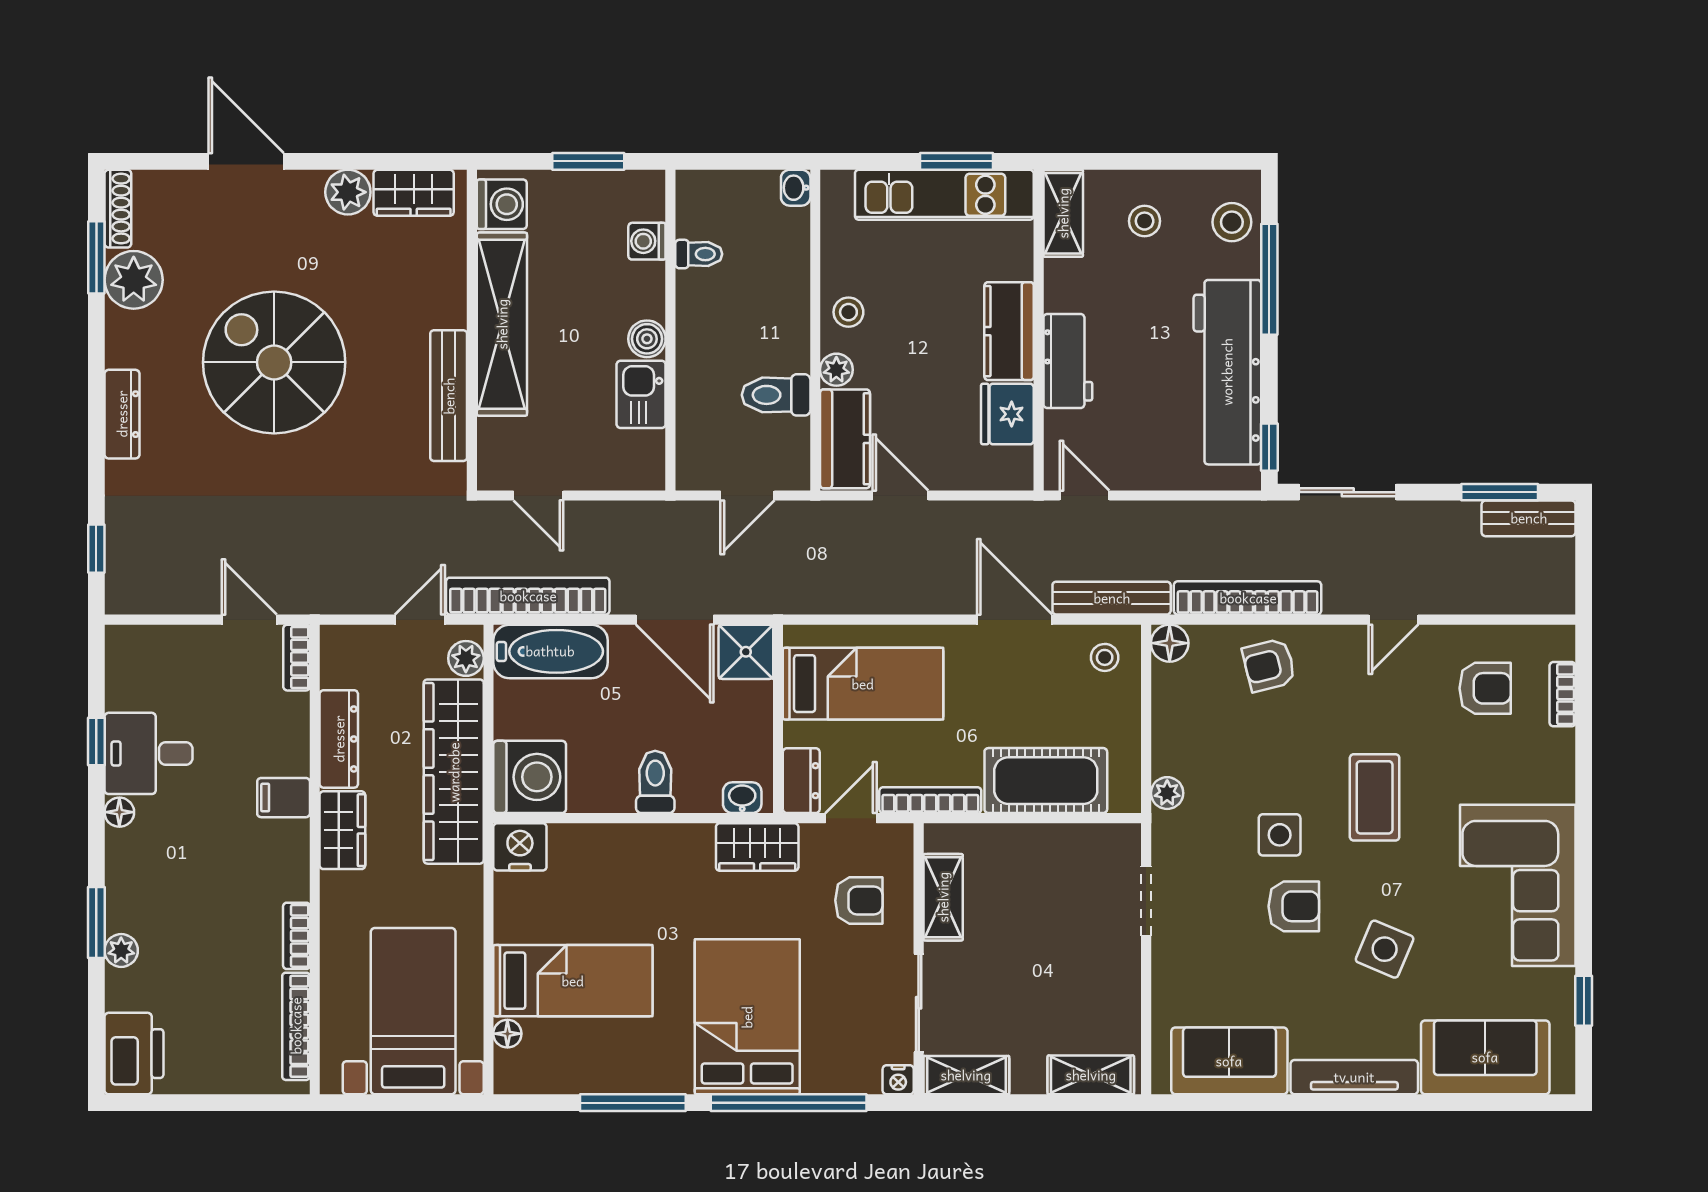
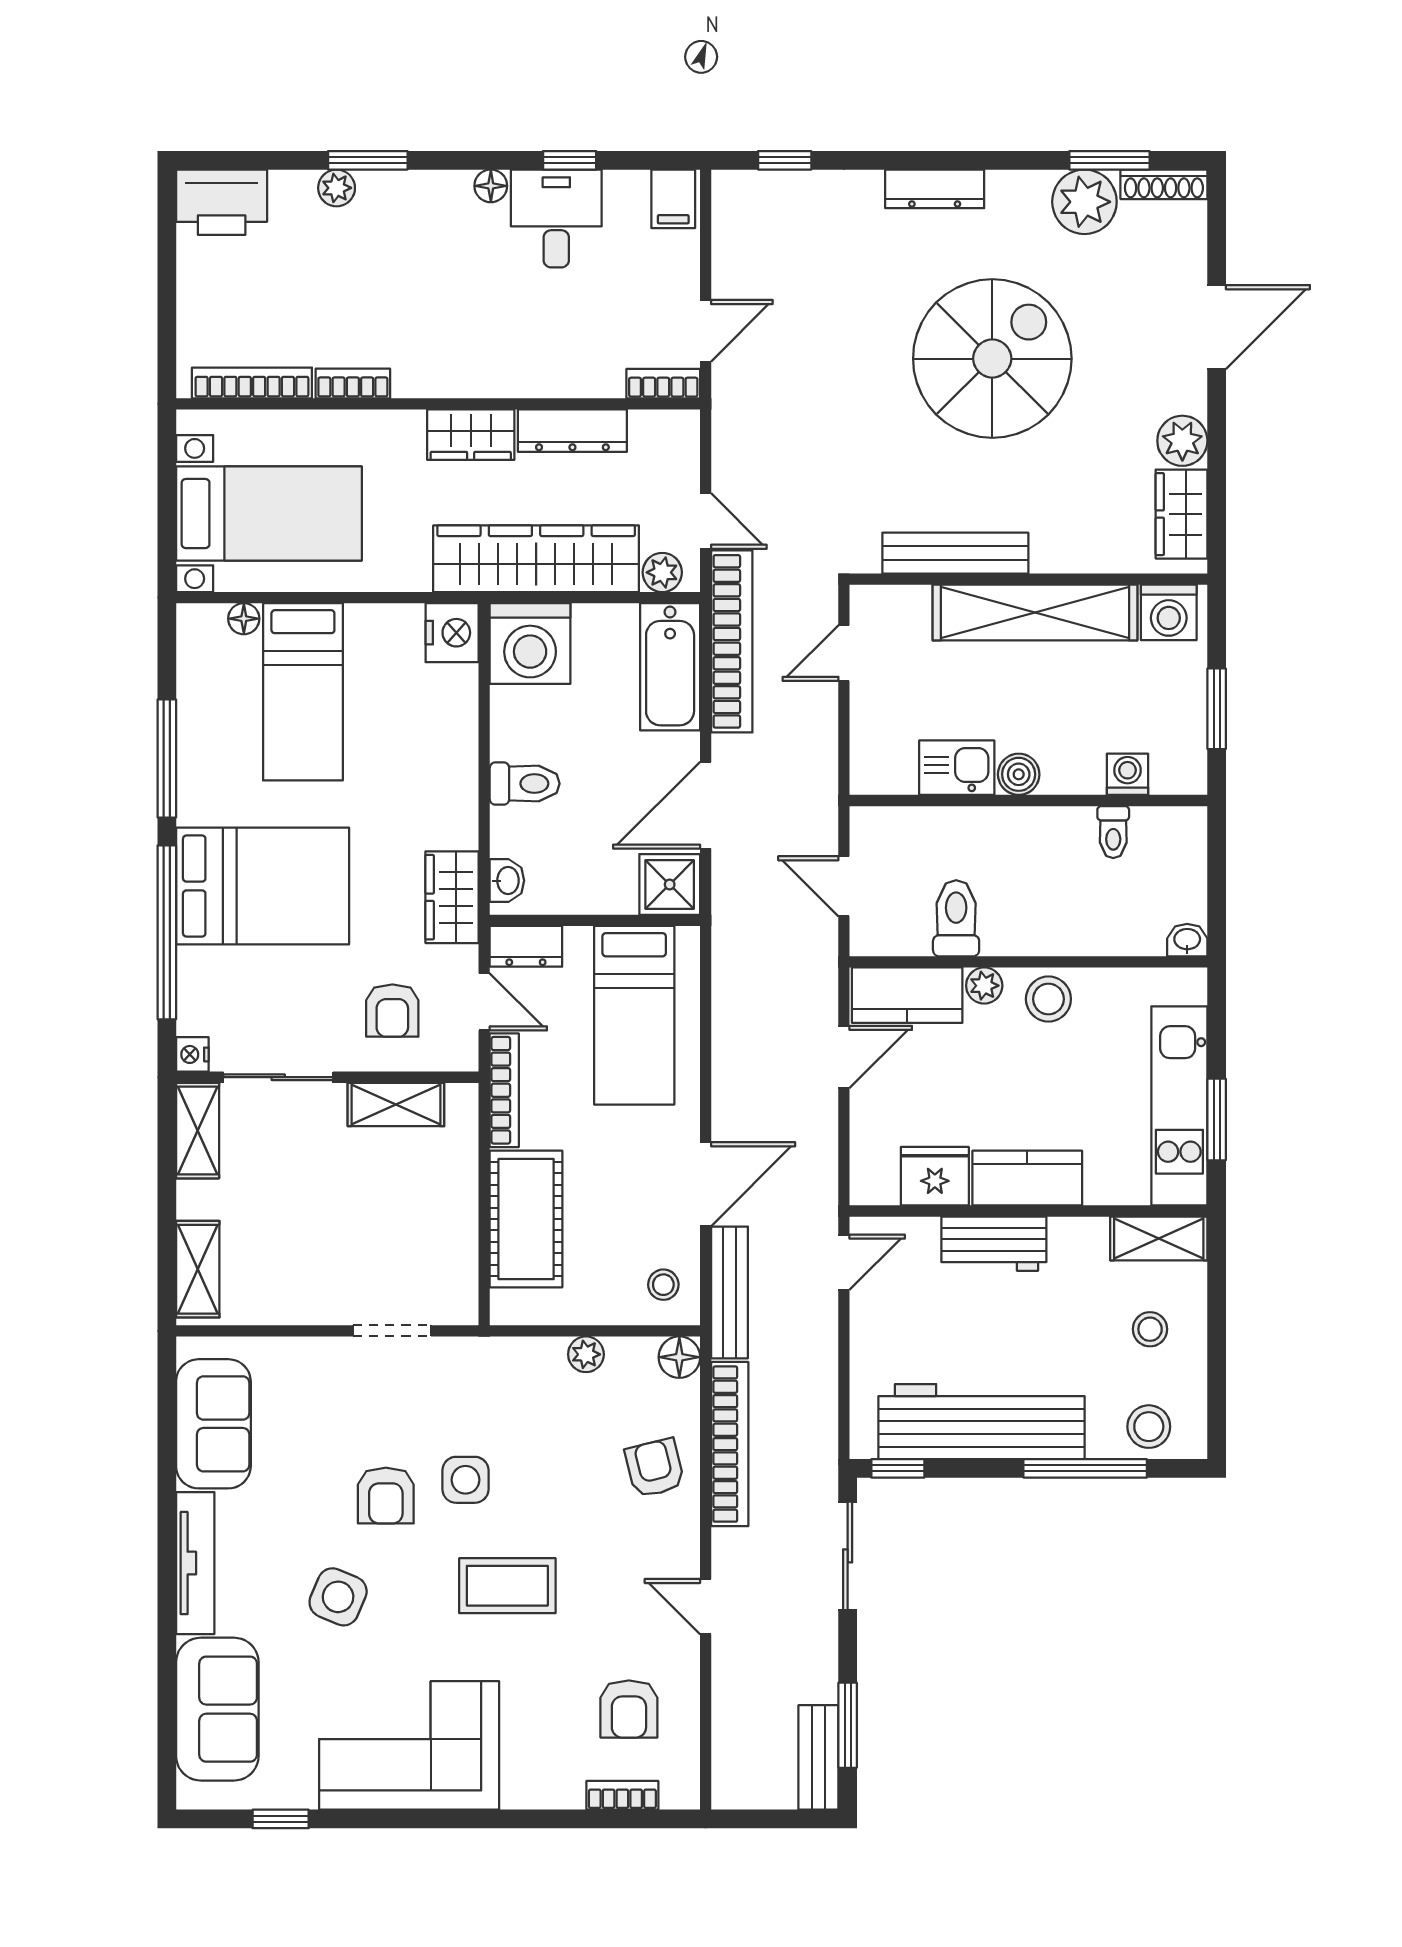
stool: (848, 312) -> (1048, 999), width x1.37, depth x1.37
plant: (1167, 793) -> (586, 1354), moved
filing cabinet: (284, 798) -> (673, 199), moved, turned 180

